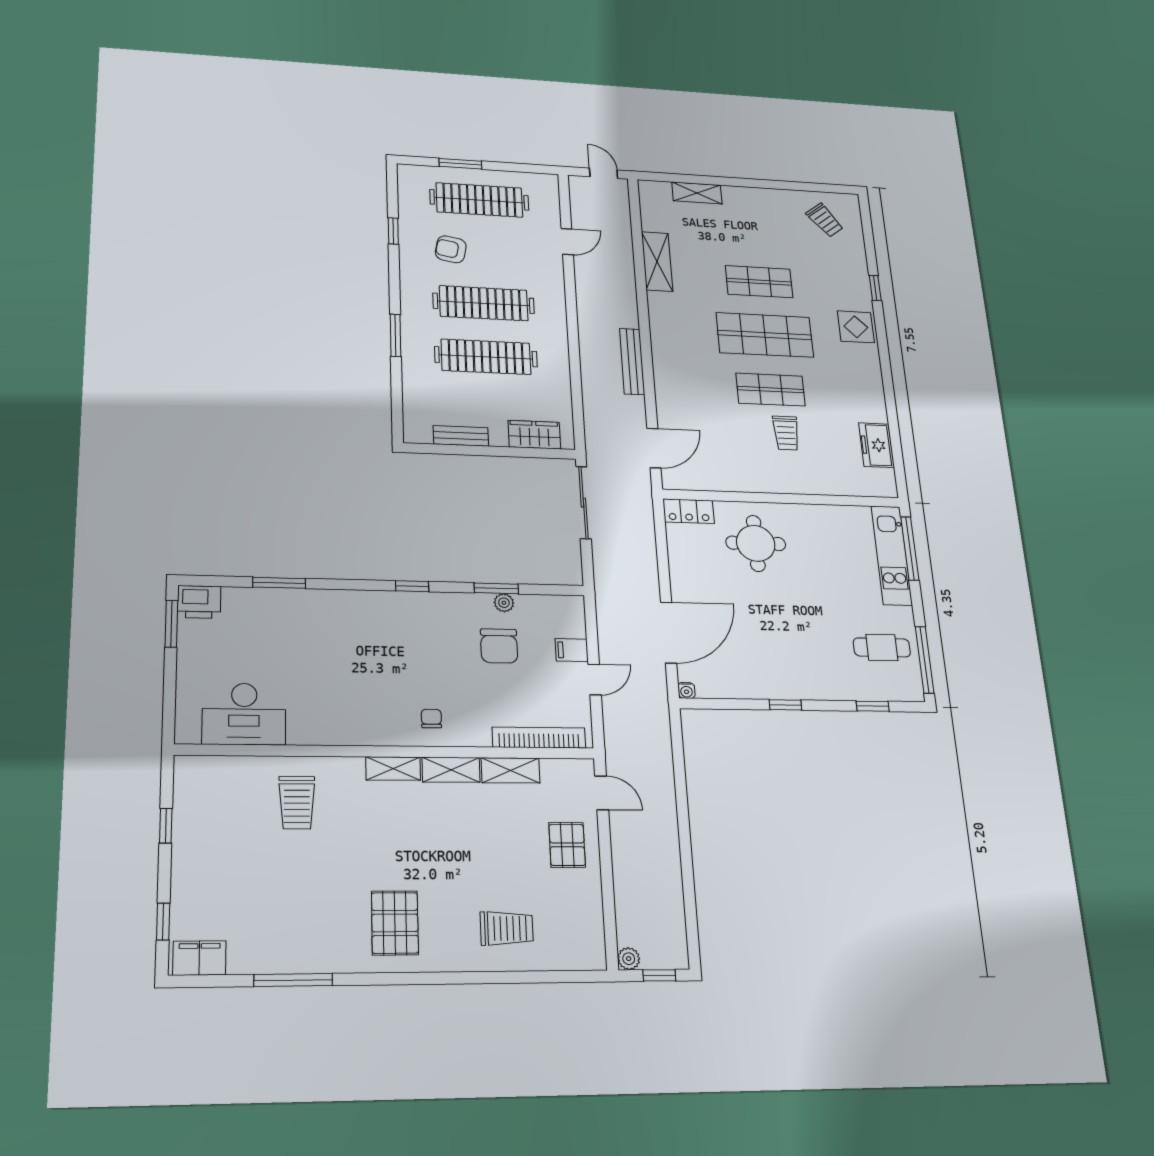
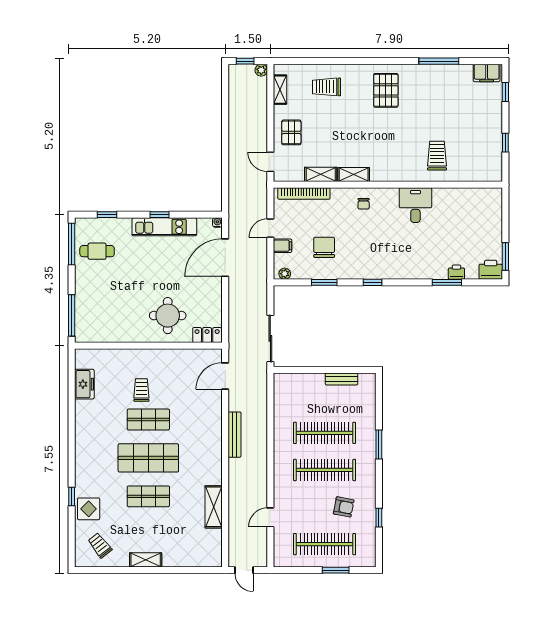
shelving: (697, 193) -> (146, 560), moved
display table: (856, 327) -> (89, 509), moved
wardrobe: (534, 435) -> (298, 382), removed
kitchen unit: (892, 555) -> (164, 227), moved, turned 90
printer: (262, 599) -> (456, 272), added
plant: (504, 603) -> (285, 274), moved
desk: (244, 714) -> (415, 205), moved, width x0.73
shelving: (393, 769) -> (280, 90), moved, turned 90

